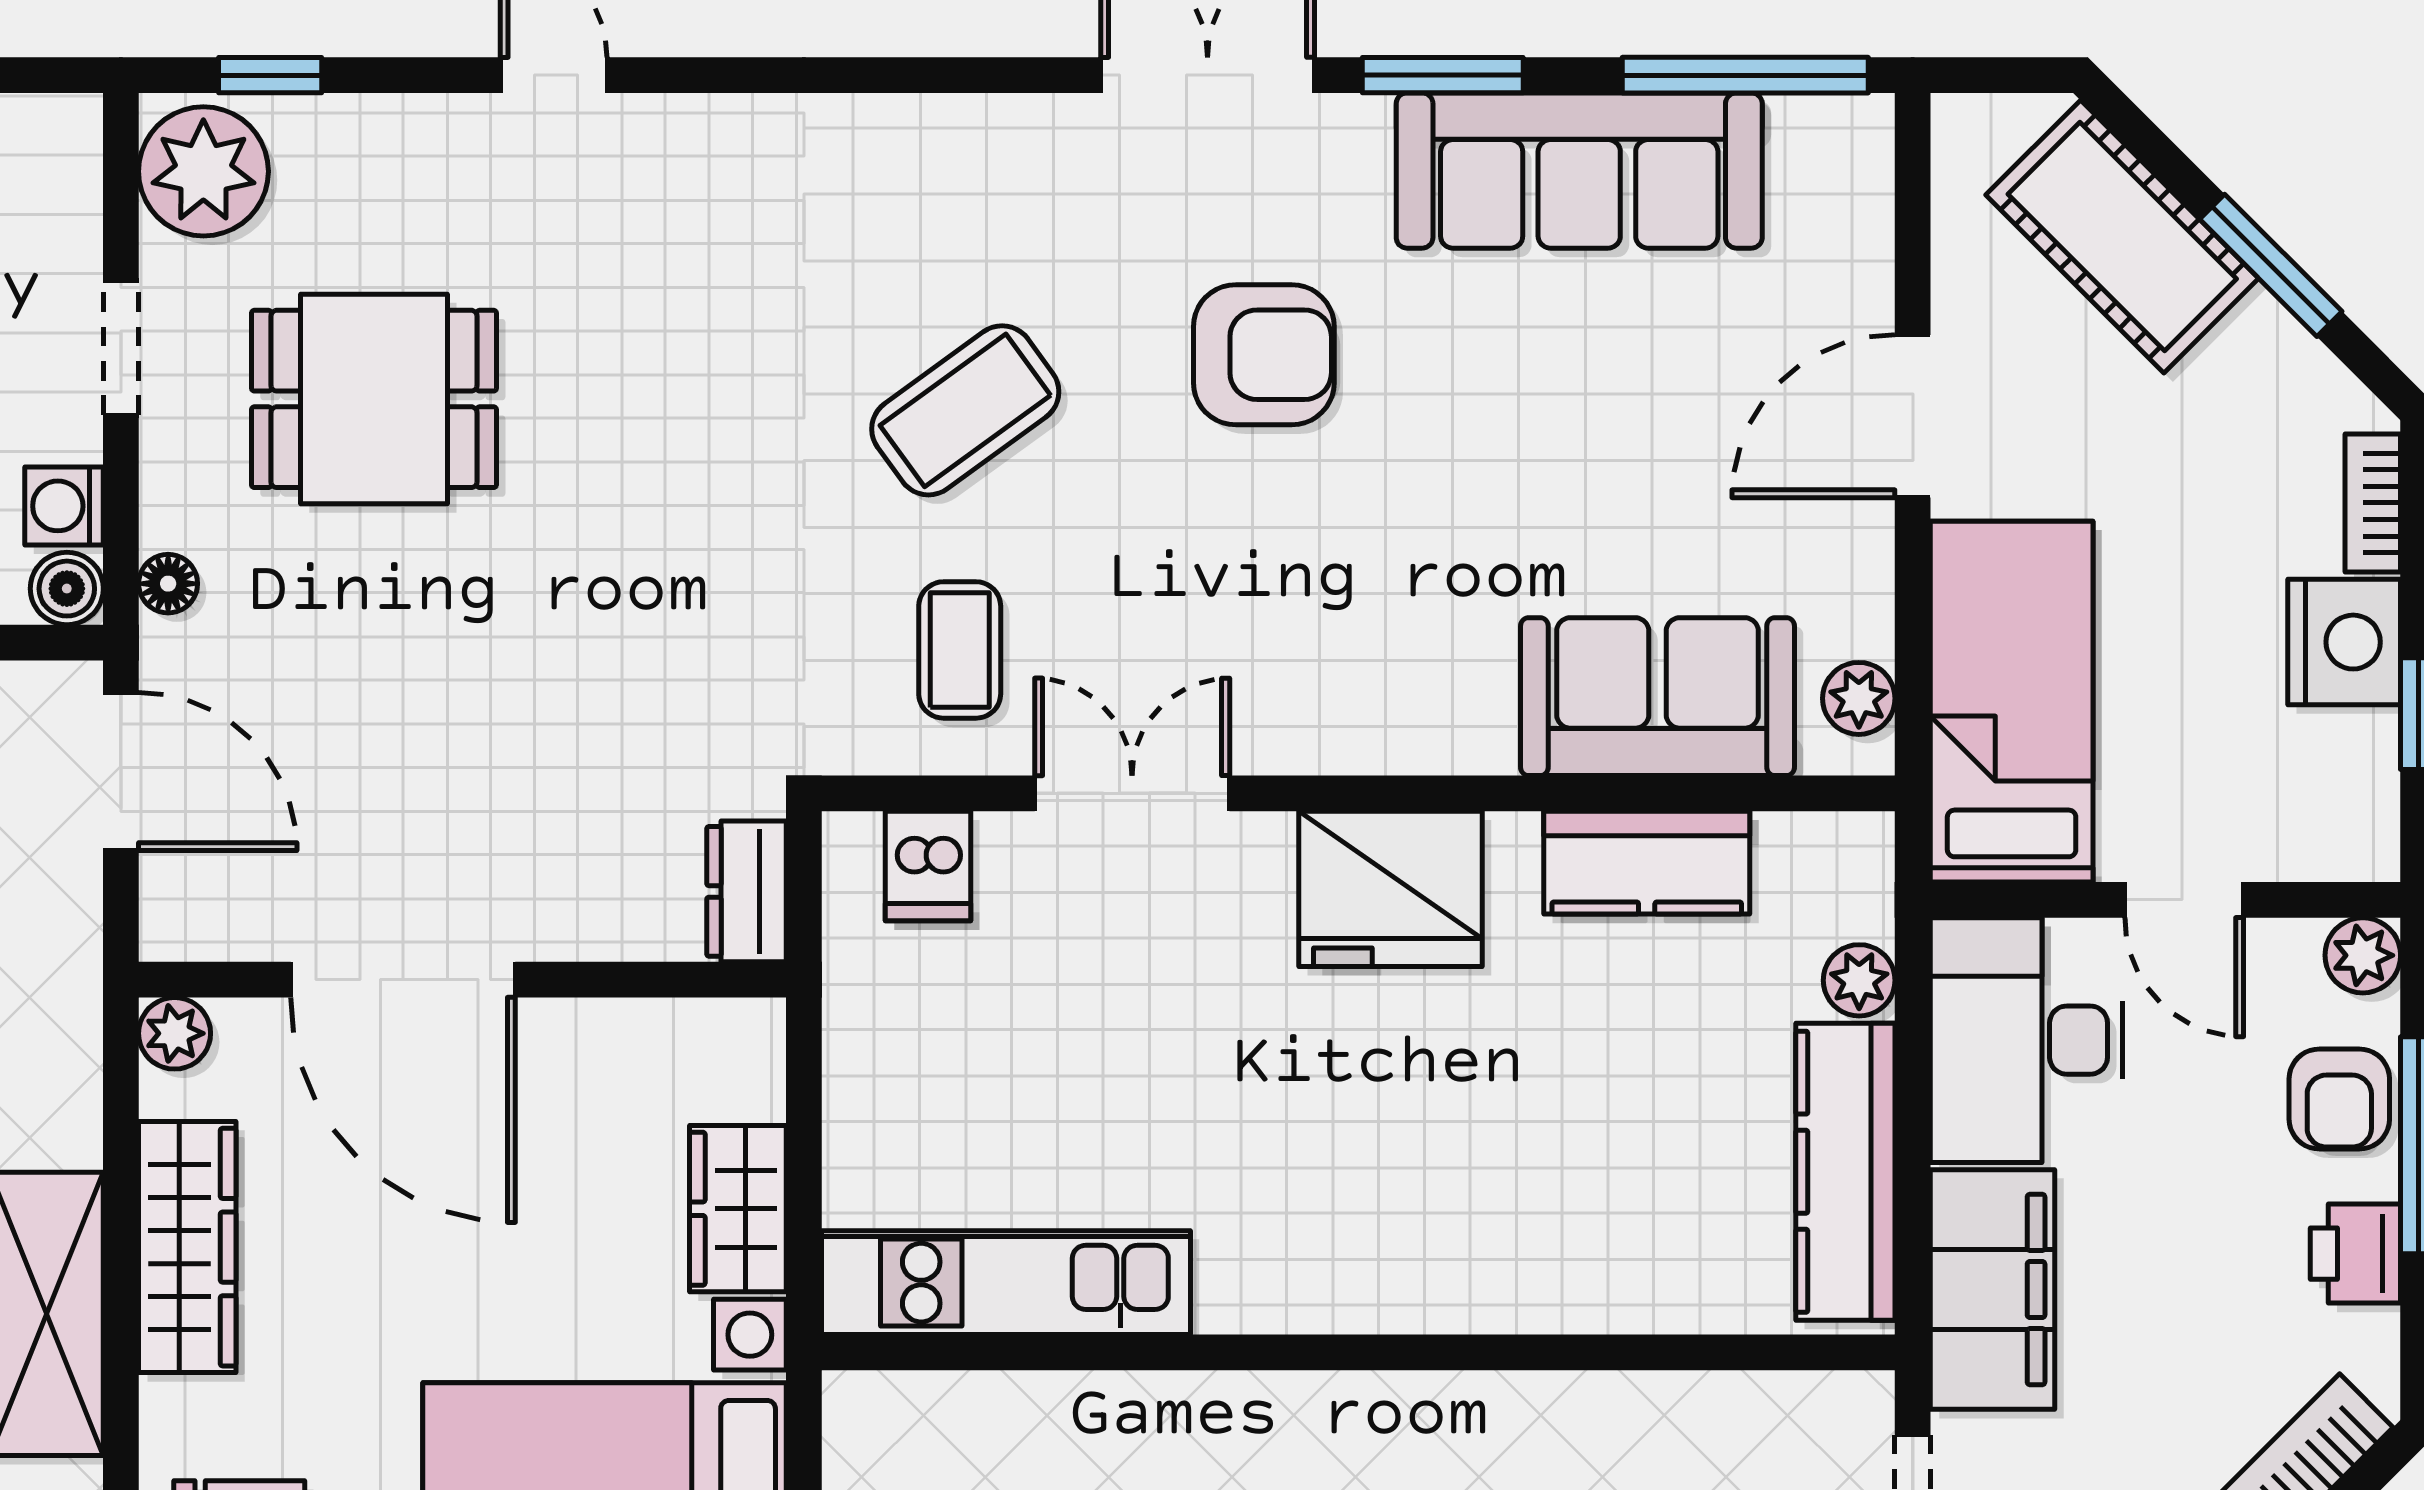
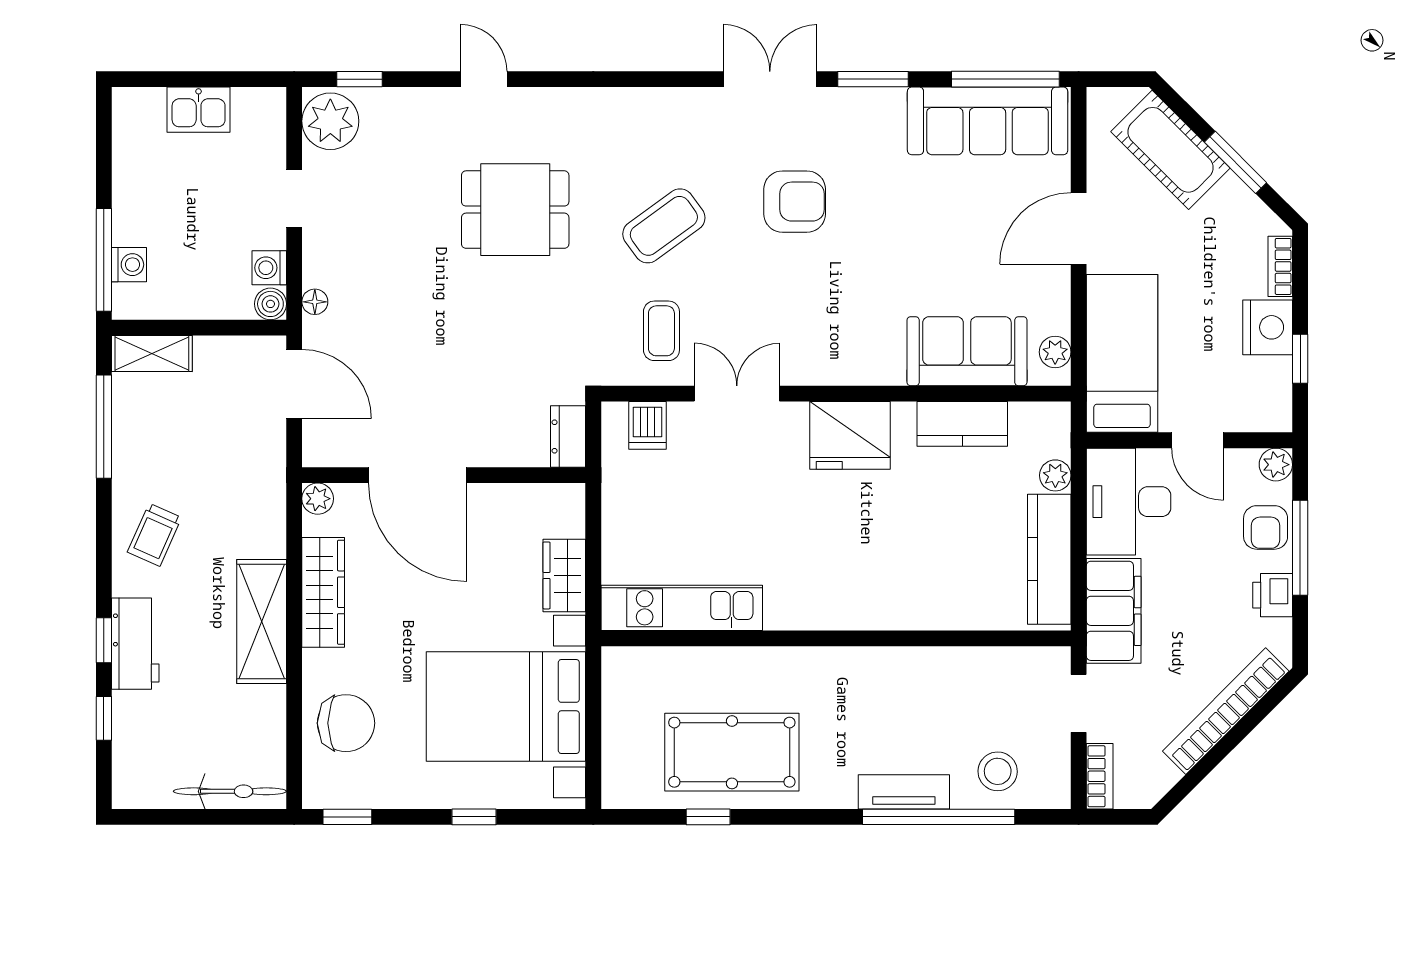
sofa: (1579, 171) -> (988, 121), moved
dining table: (374, 399) -> (515, 210), moved

